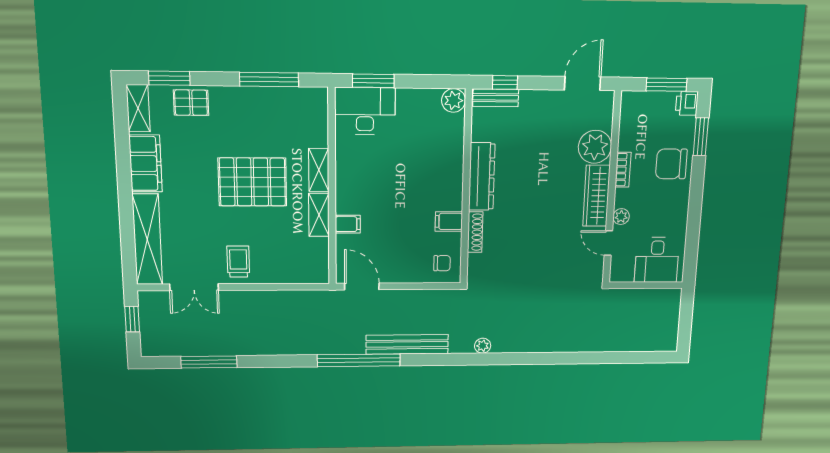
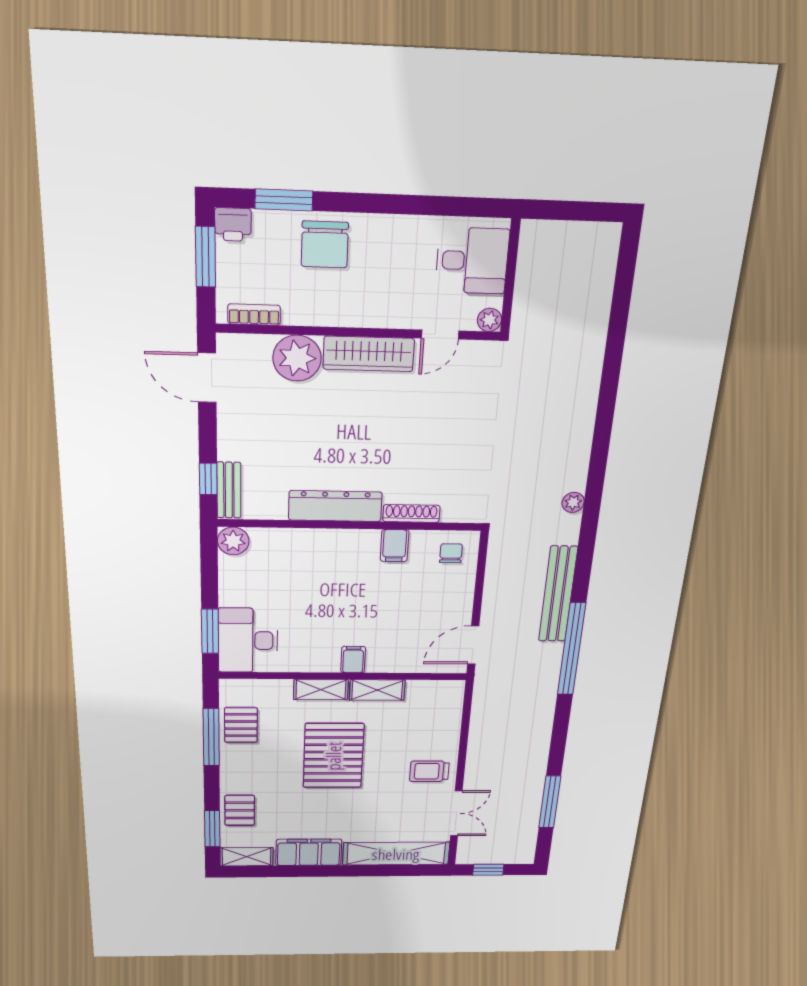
pallet: (282, 105) -> (241, 725), added
bookcase: (623, 170) -> (254, 315), moved
plant: (621, 217) -> (489, 320), moved
filing cabinet: (348, 224) -> (353, 660), moved

